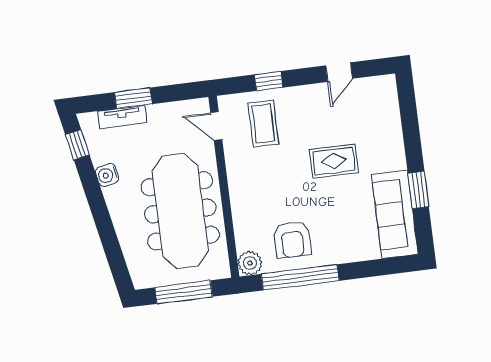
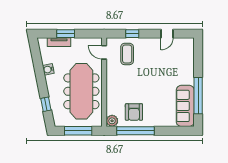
window: (77, 145) -> (46, 104), moved
rug: (334, 161) -> (159, 76), removed
window: (418, 190) -> (198, 96), width x2.11

